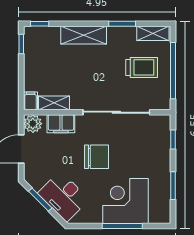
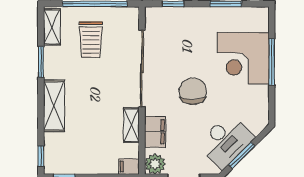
trolley: (142, 67) -> (91, 40), turned 180
shelving: (54, 103) -> (131, 125), moved
desk: (63, 196) -> (226, 141), moved

